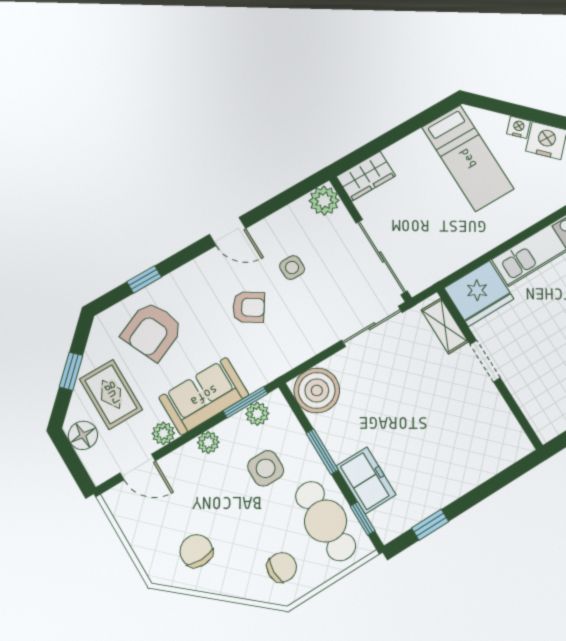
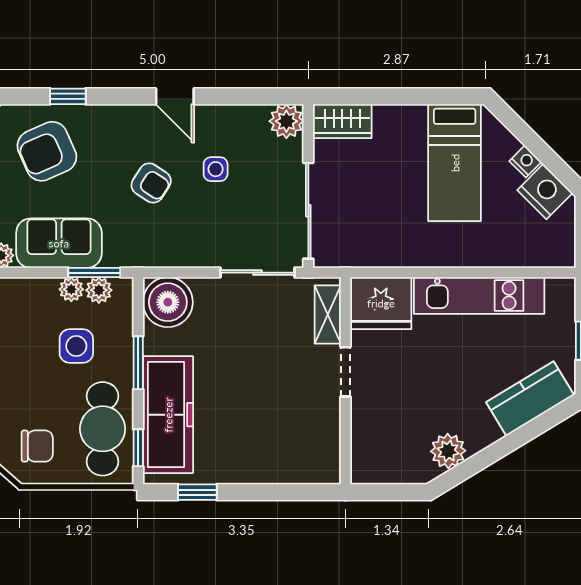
plant: (208, 442) -> (71, 289), moved
freezer: (366, 480) -> (168, 415), width x1.91, depth x1.26

